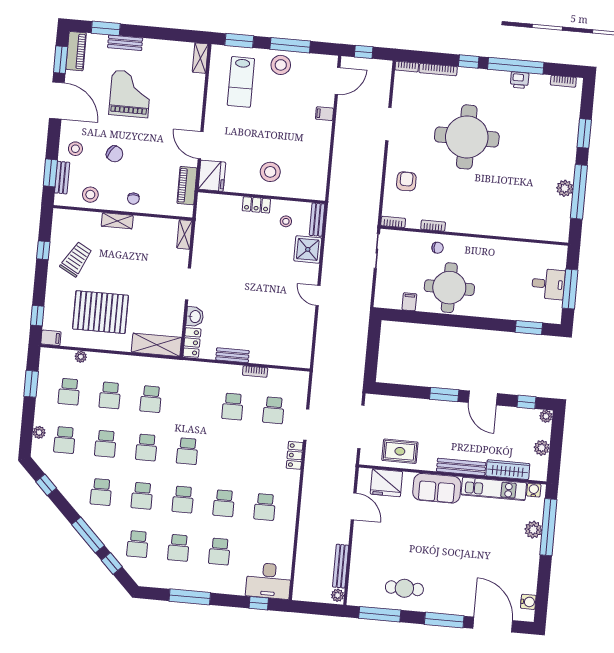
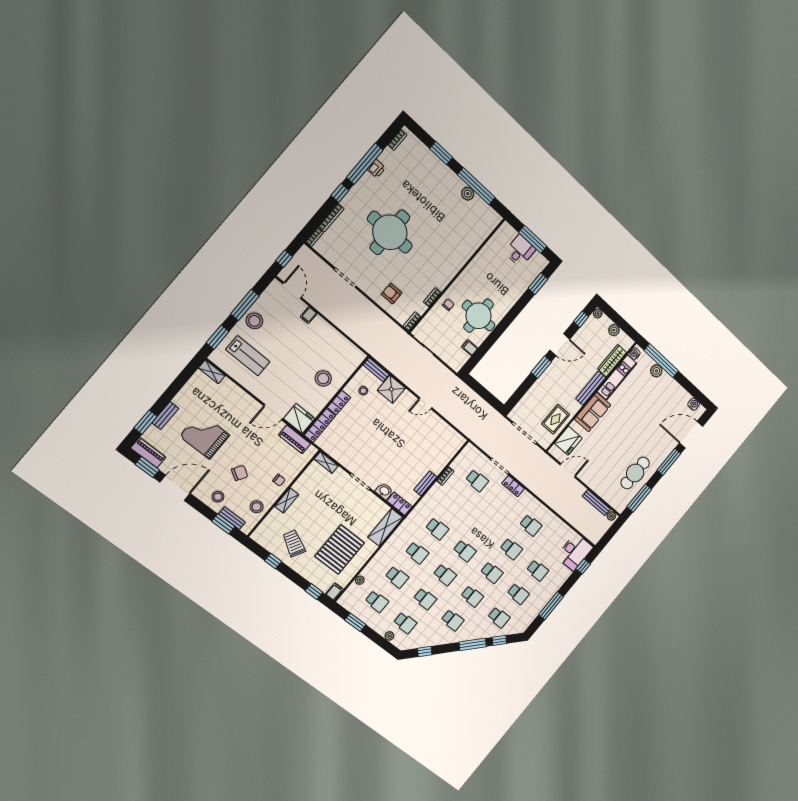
locker: (219, 201) -> (320, 425), added
school desk: (233, 407) -> (437, 529), moved
cafe table: (404, 588) -> (635, 473), width x1.37, depth x1.35

